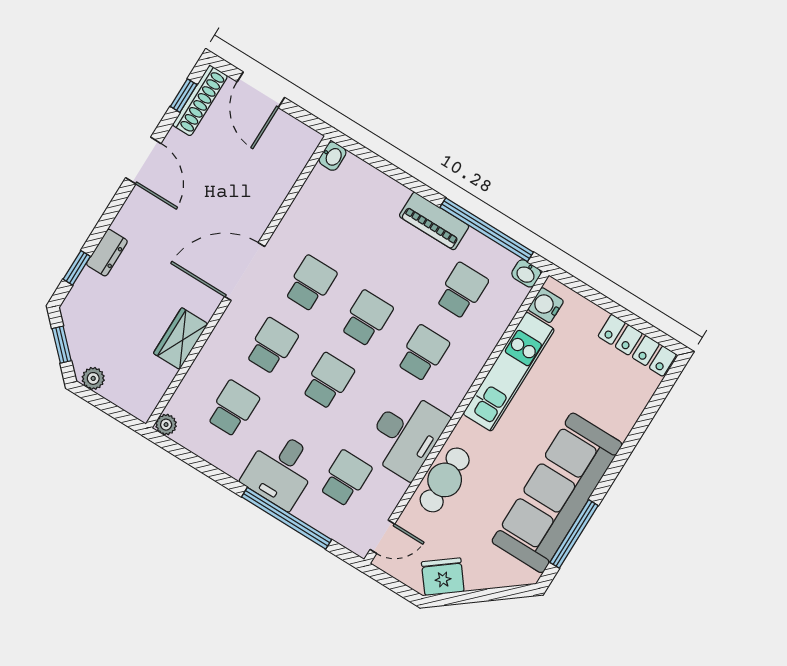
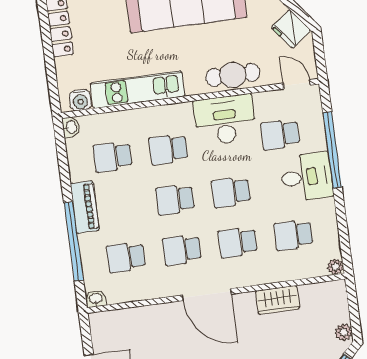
school desk: (349, 221) -> (126, 257), added
window: (487, 230) -> (74, 241), moved

